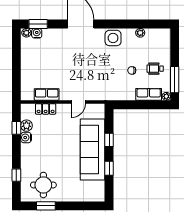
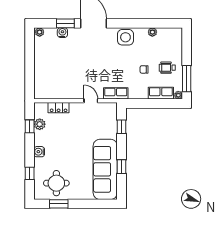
window: (38, 24) -> (65, 23), moved
water cooler: (37, 33) -> (62, 33), moved
row of seats: (47, 95) -> (116, 93), moved
door: (78, 102) -> (91, 101), swing flipped
water cooler: (26, 138) -> (39, 152), moved
window: (109, 140) -> (122, 127), moved
sofa: (93, 149) -> (105, 169), moved

